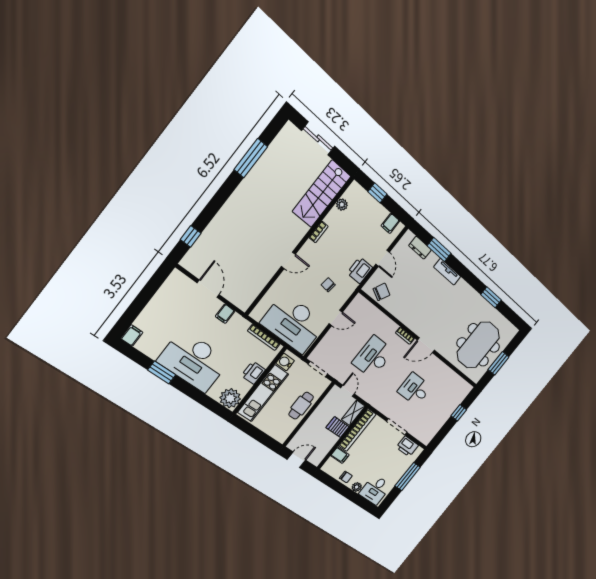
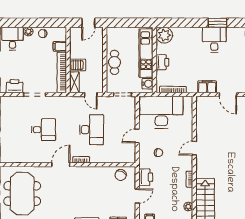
door: (383, 258) -> (137, 196), swing flipped
filing cabinet: (225, 314) -> (207, 87), width x2.00
desk: (194, 361) -> (214, 40), width x0.53, depth x0.77

